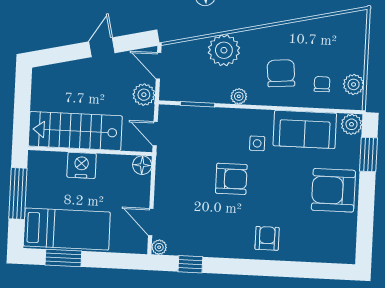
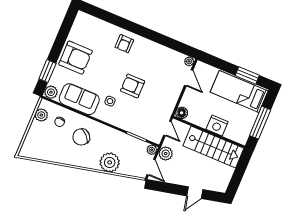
door: (102, 47) -> (195, 193), moved
chair: (281, 73) -> (81, 137), turned 50
plant: (239, 96) -> (152, 150), moved
window: (190, 264) -> (175, 45), removed

